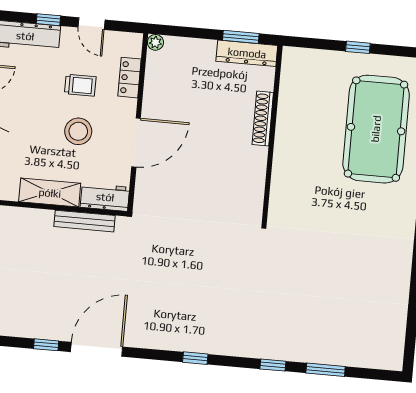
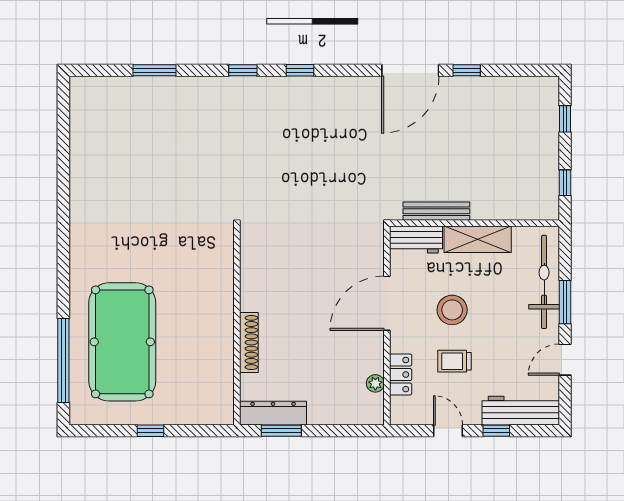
plant: (155, 42) -> (375, 383), moved
window: (273, 365) -> (243, 70), moved

